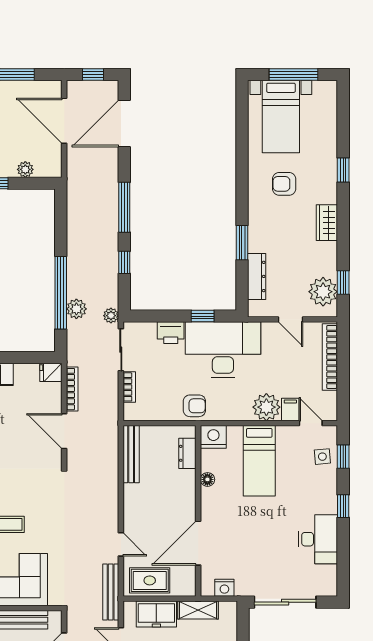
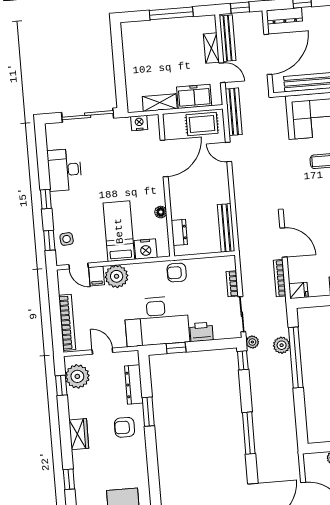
armchair: (284, 184) -> (124, 427), moved, turned 180
window: (124, 262) -> (243, 360), moved
nightstand: (213, 437) -> (146, 249), moved

